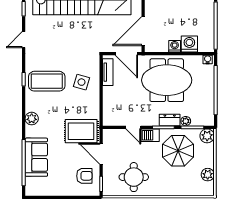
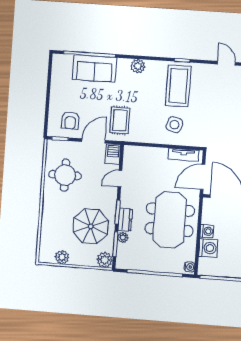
rug: (81, 131) -> (120, 120), width x0.73, depth x0.70
barbecue: (150, 135) -> (113, 154), moved

